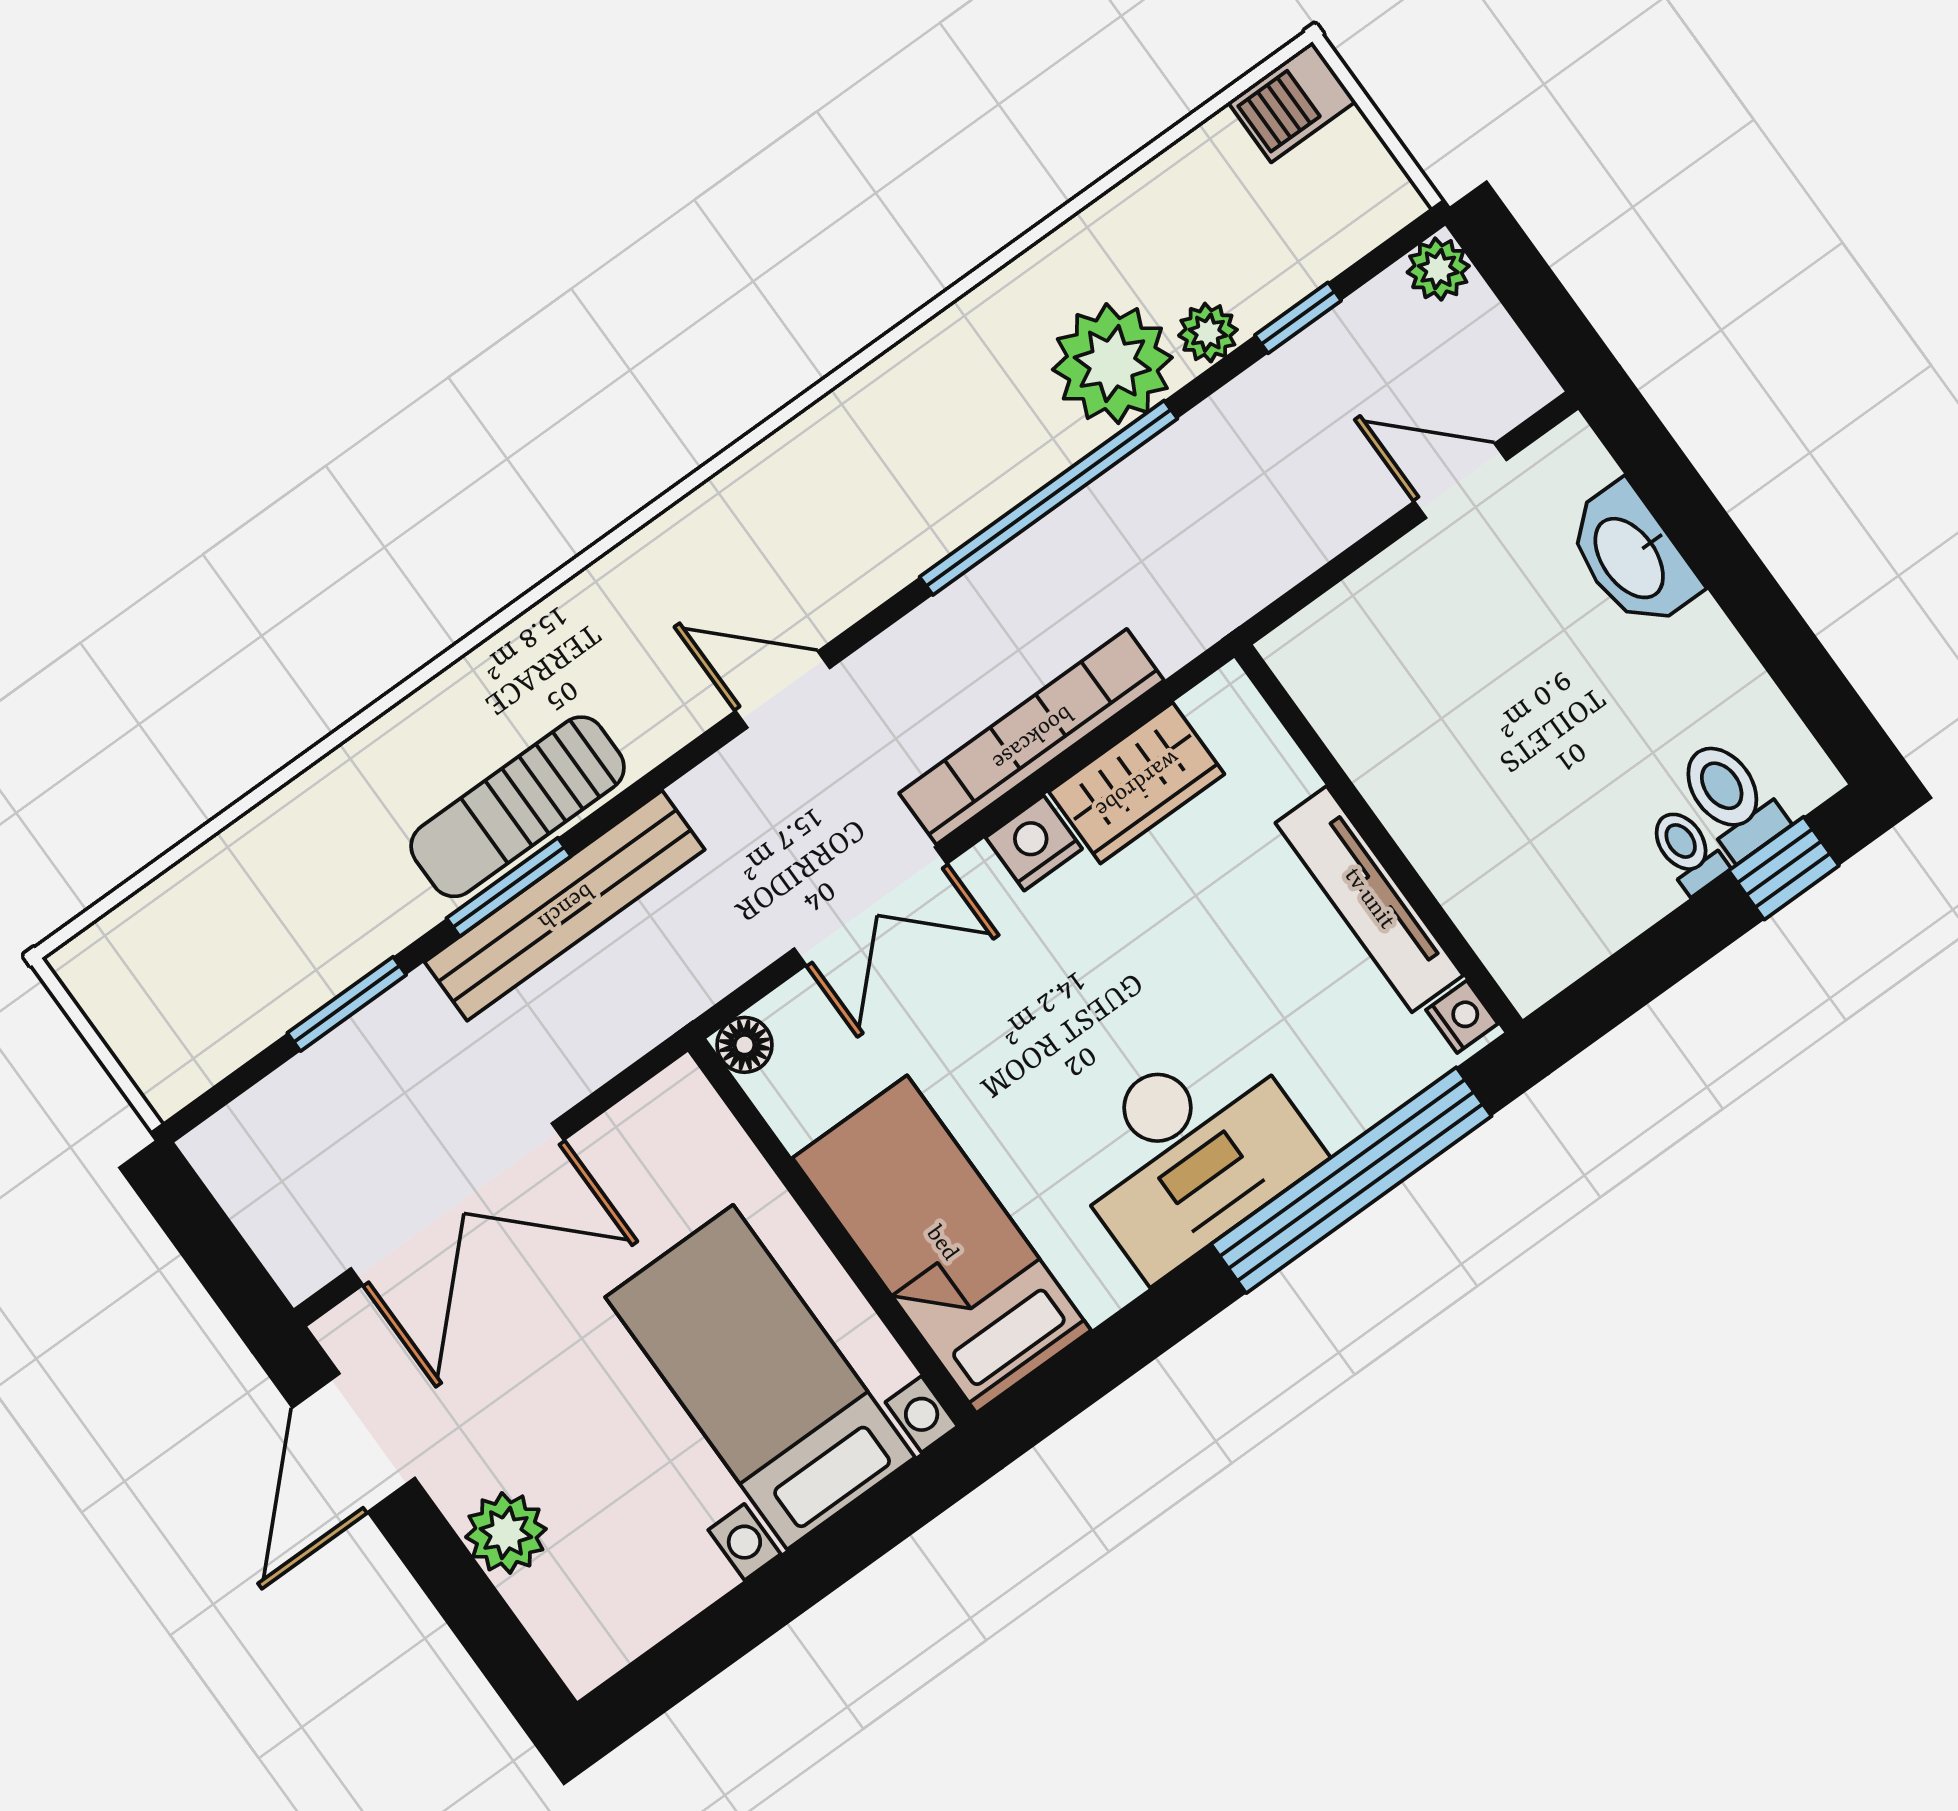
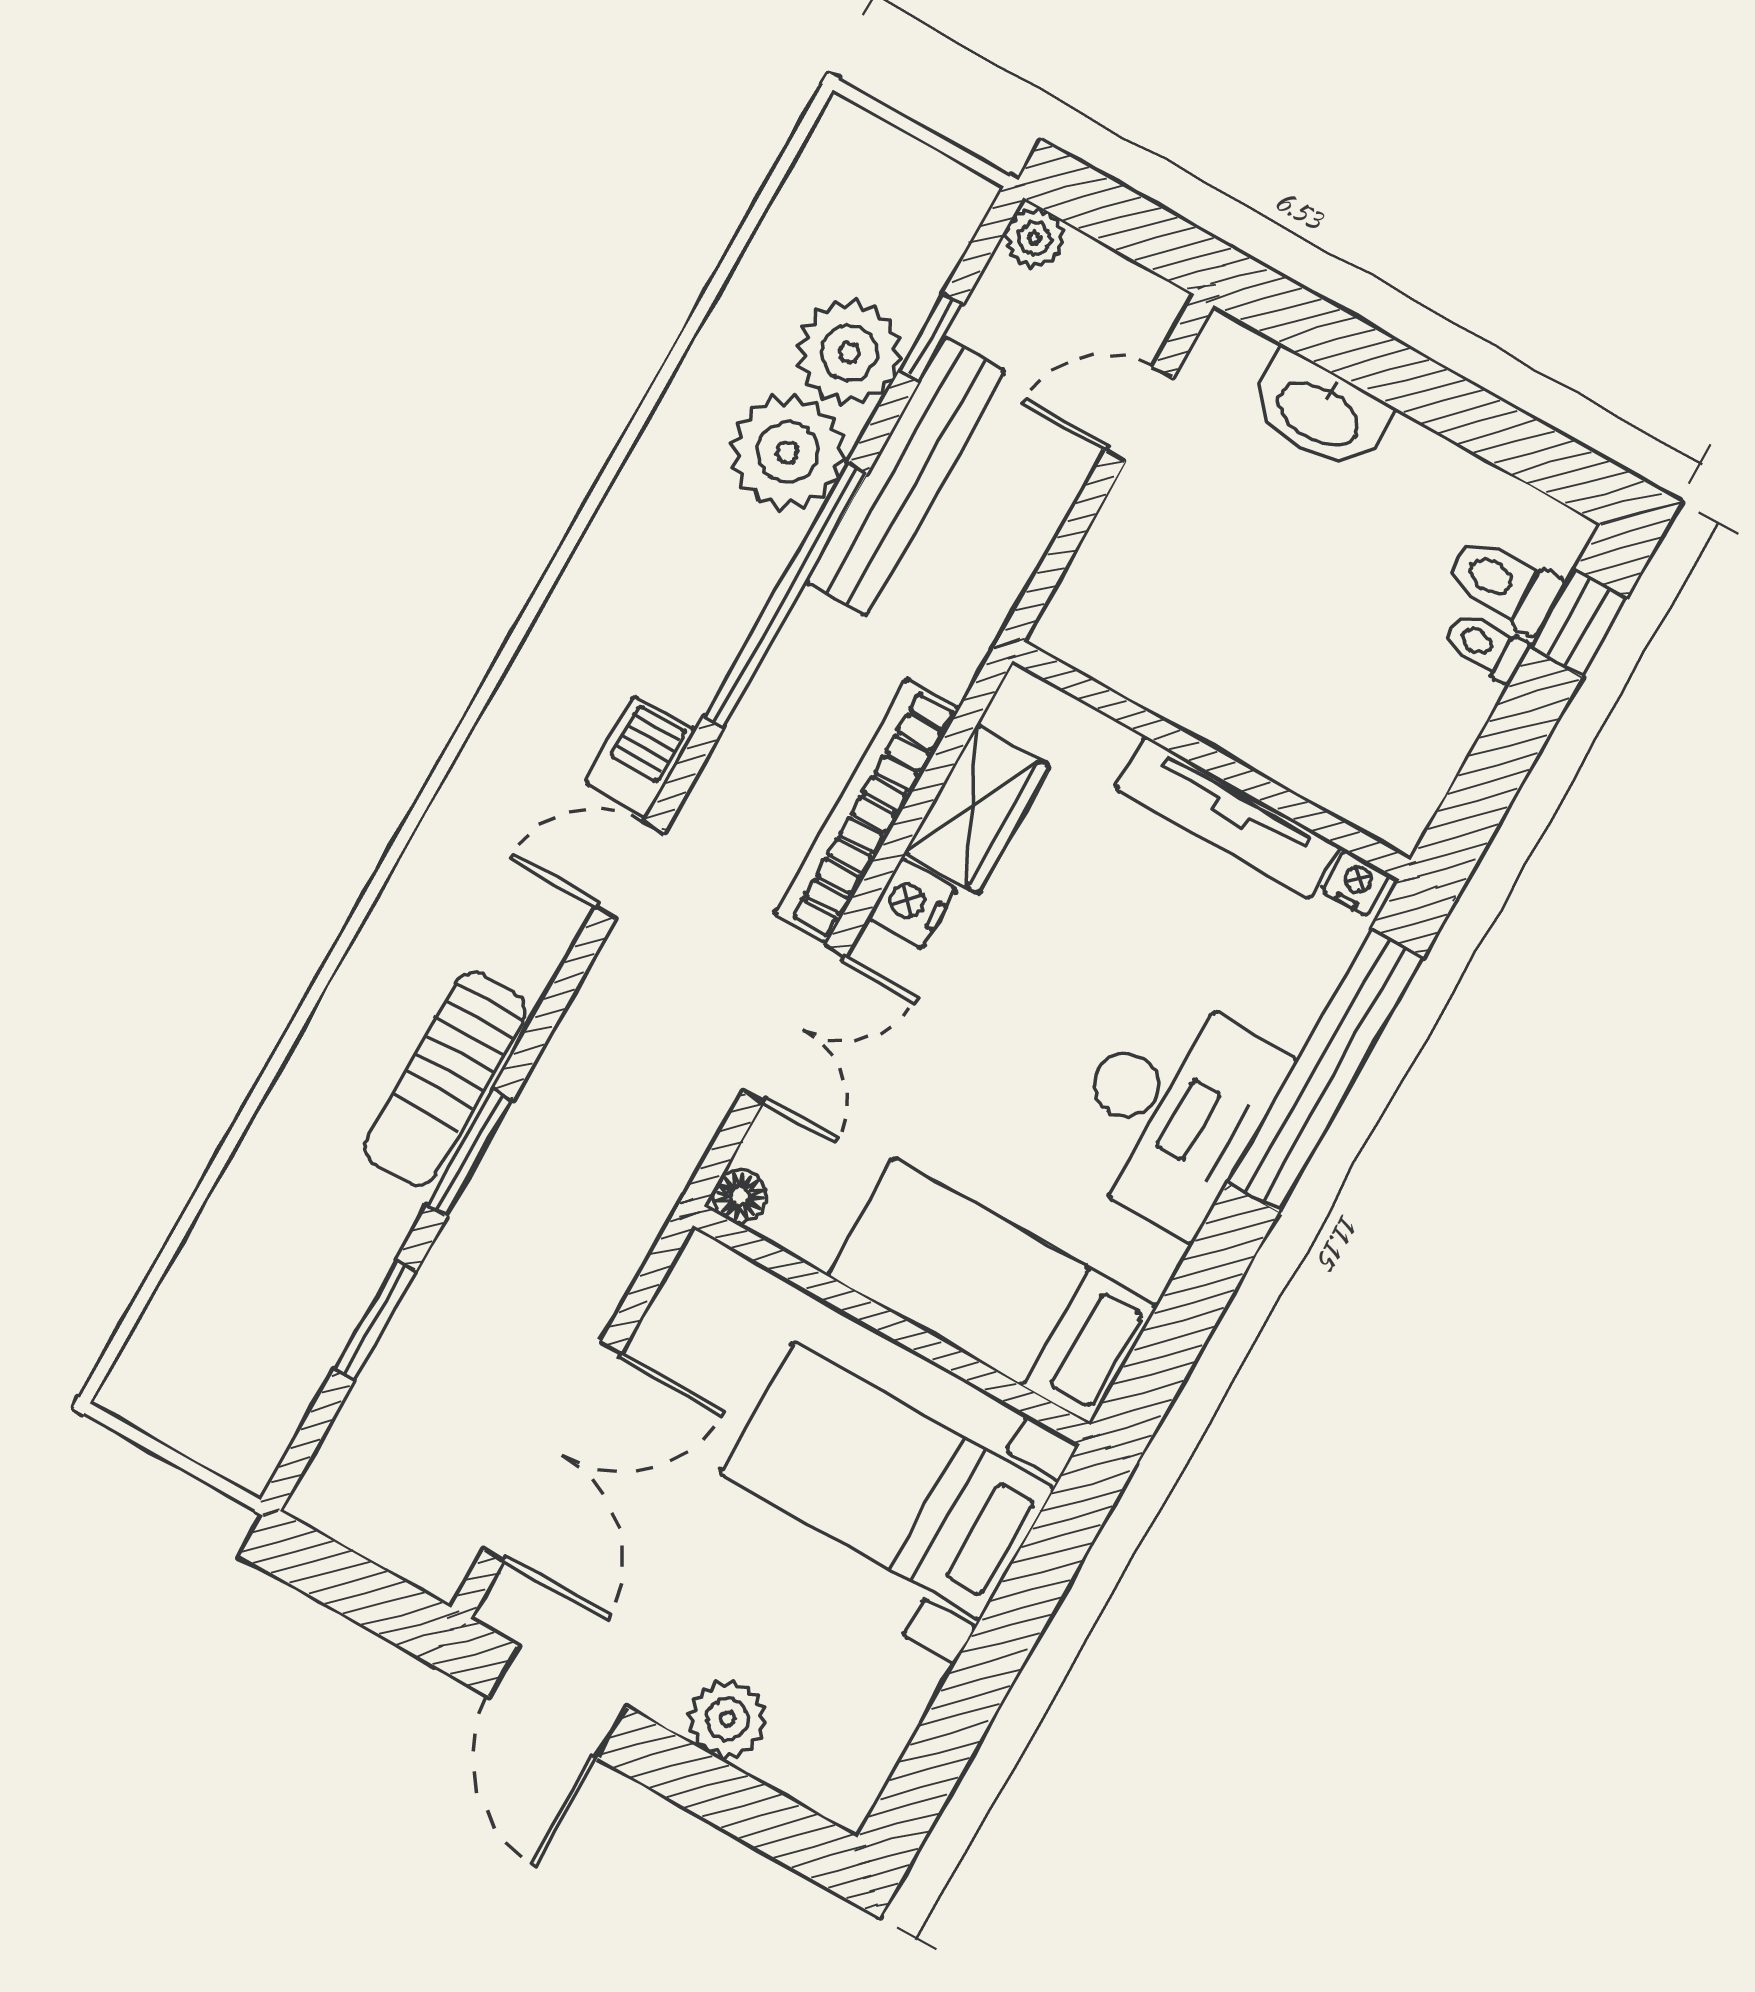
barbecue: (1292, 102) -> (640, 757), moved, turned 180
plant: (1208, 333) -> (849, 353), width x1.88, depth x1.88
bench: (565, 906) -> (906, 476), moved

